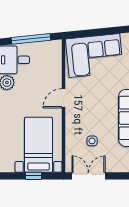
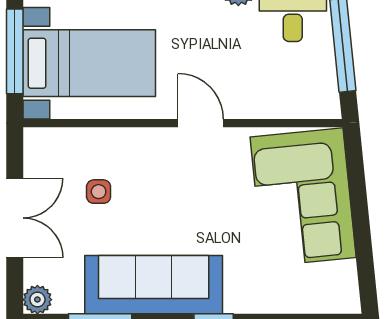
window: (34, 176) -> (15, 51), width x2.17
double door: (88, 176) -> (15, 218), moved

